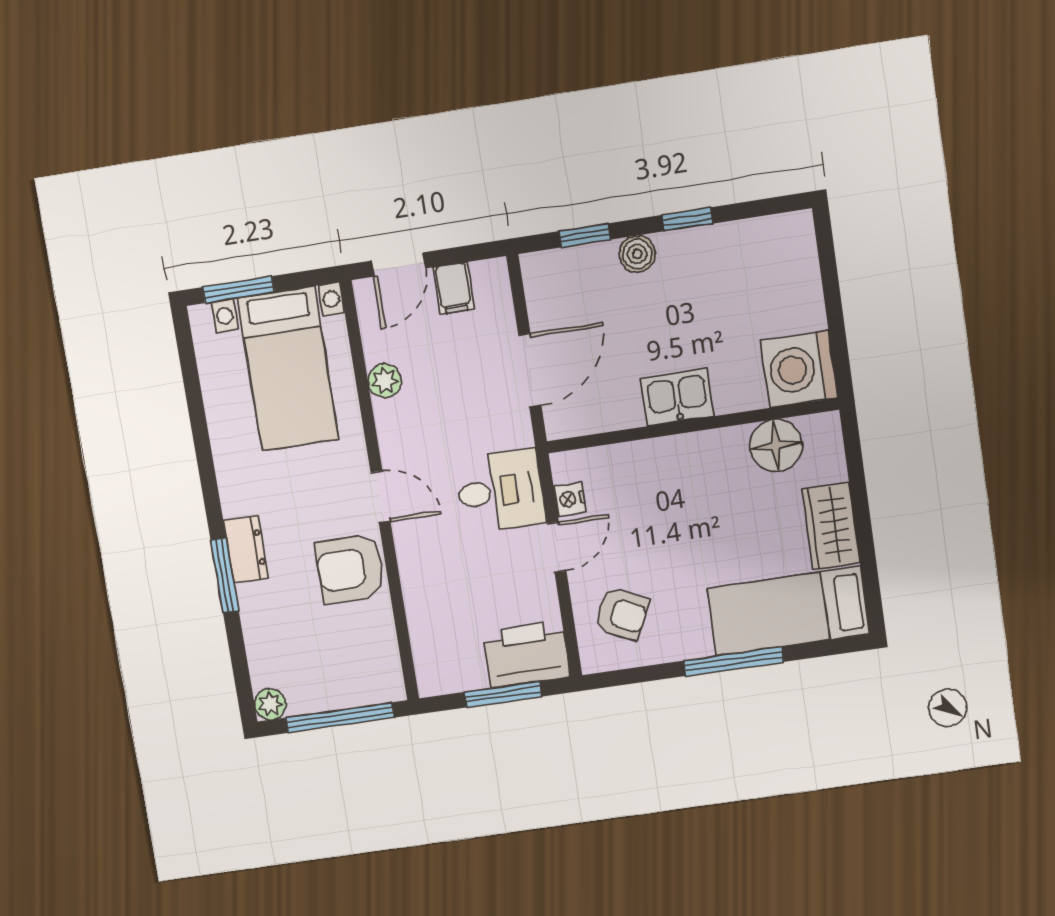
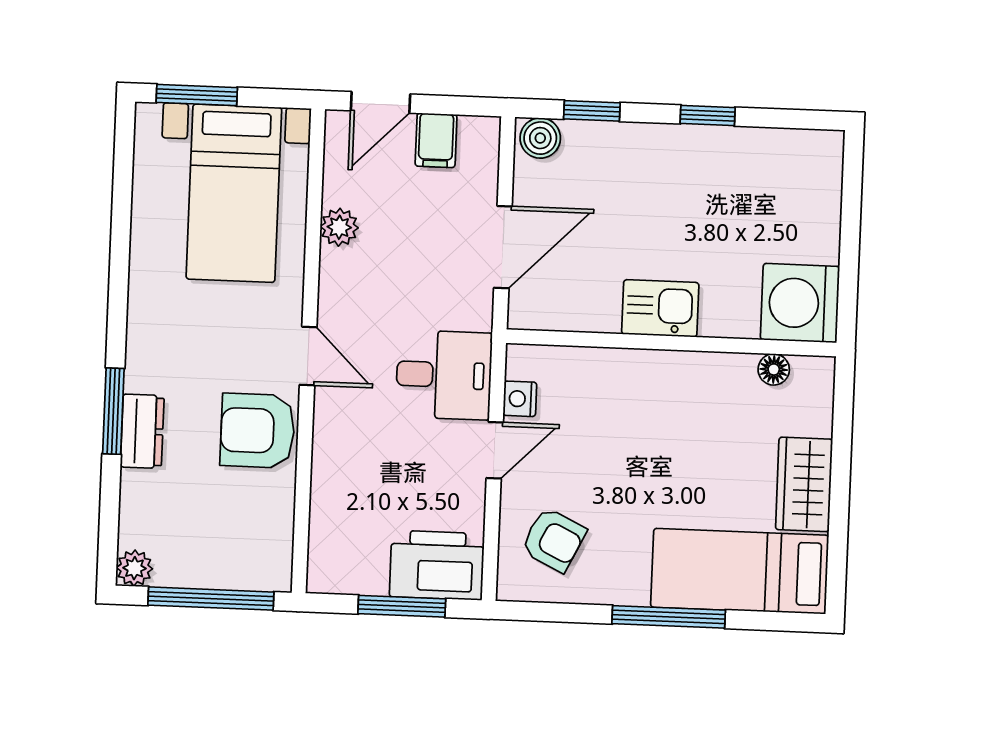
boiler: (637, 254) -> (540, 138), moved
floor lamp: (776, 445) -> (774, 369), width x0.53, depth x0.53
dresser: (246, 549) -> (142, 431), moved

